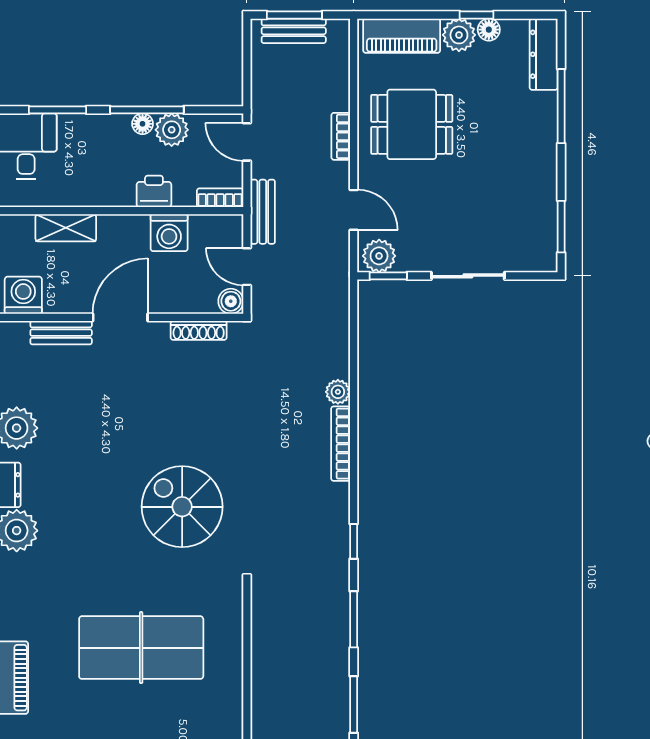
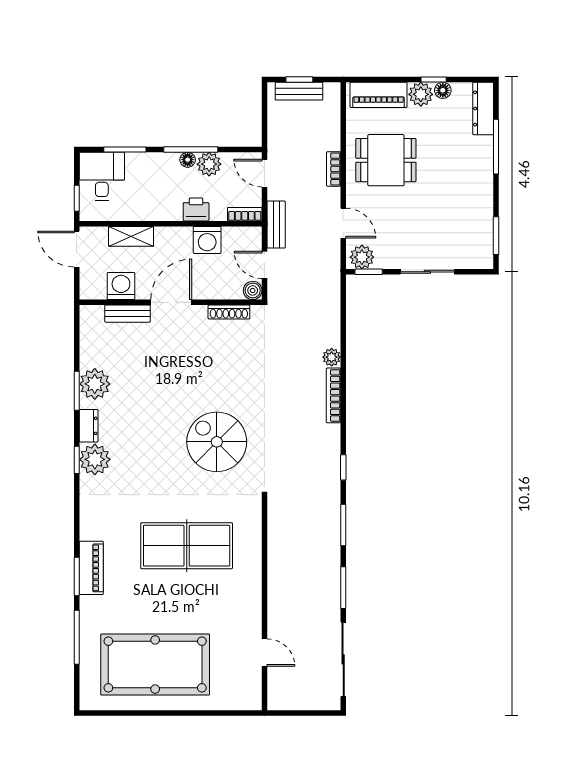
window: (294, 15) -> (299, 80), width x0.67
washing machine: (23, 295) -> (121, 286), moved

